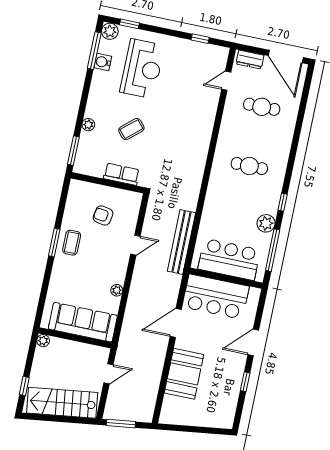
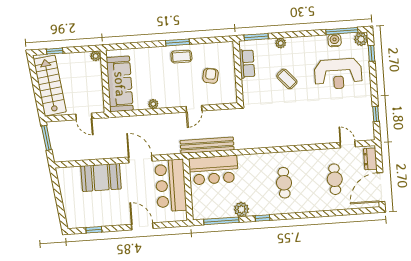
row of seats: (121, 174) -> (247, 64), moved
door: (135, 245) -> (194, 109), hinge flipped
bar counter: (229, 259) -> (213, 170), moved, turned 90
window: (245, 382) -> (94, 230), moved

